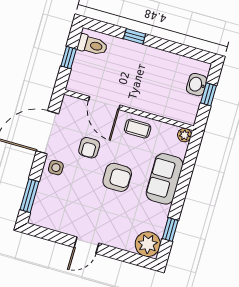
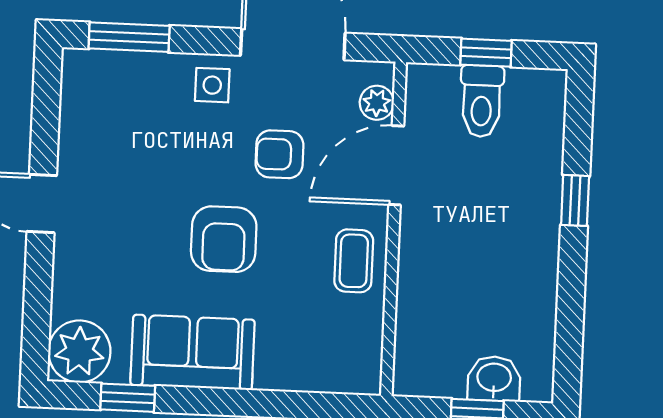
toilet: (92, 45) -> (482, 101), moved
plant: (184, 135) -> (377, 103), moved
sofa: (165, 179) -> (193, 352), moved

